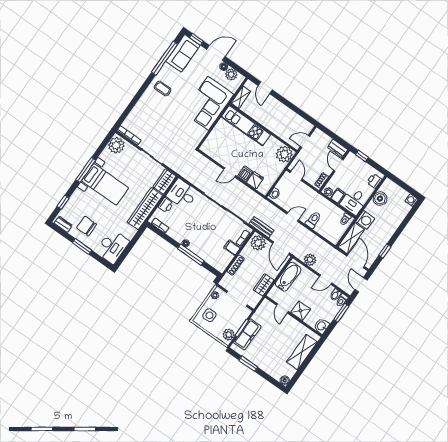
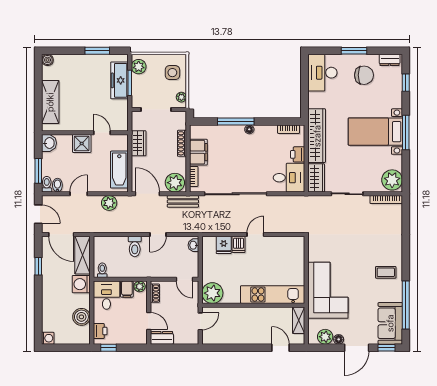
window: (362, 156) -> (108, 348), moved
filing cabinet: (232, 248) -> (198, 152), width x2.00

